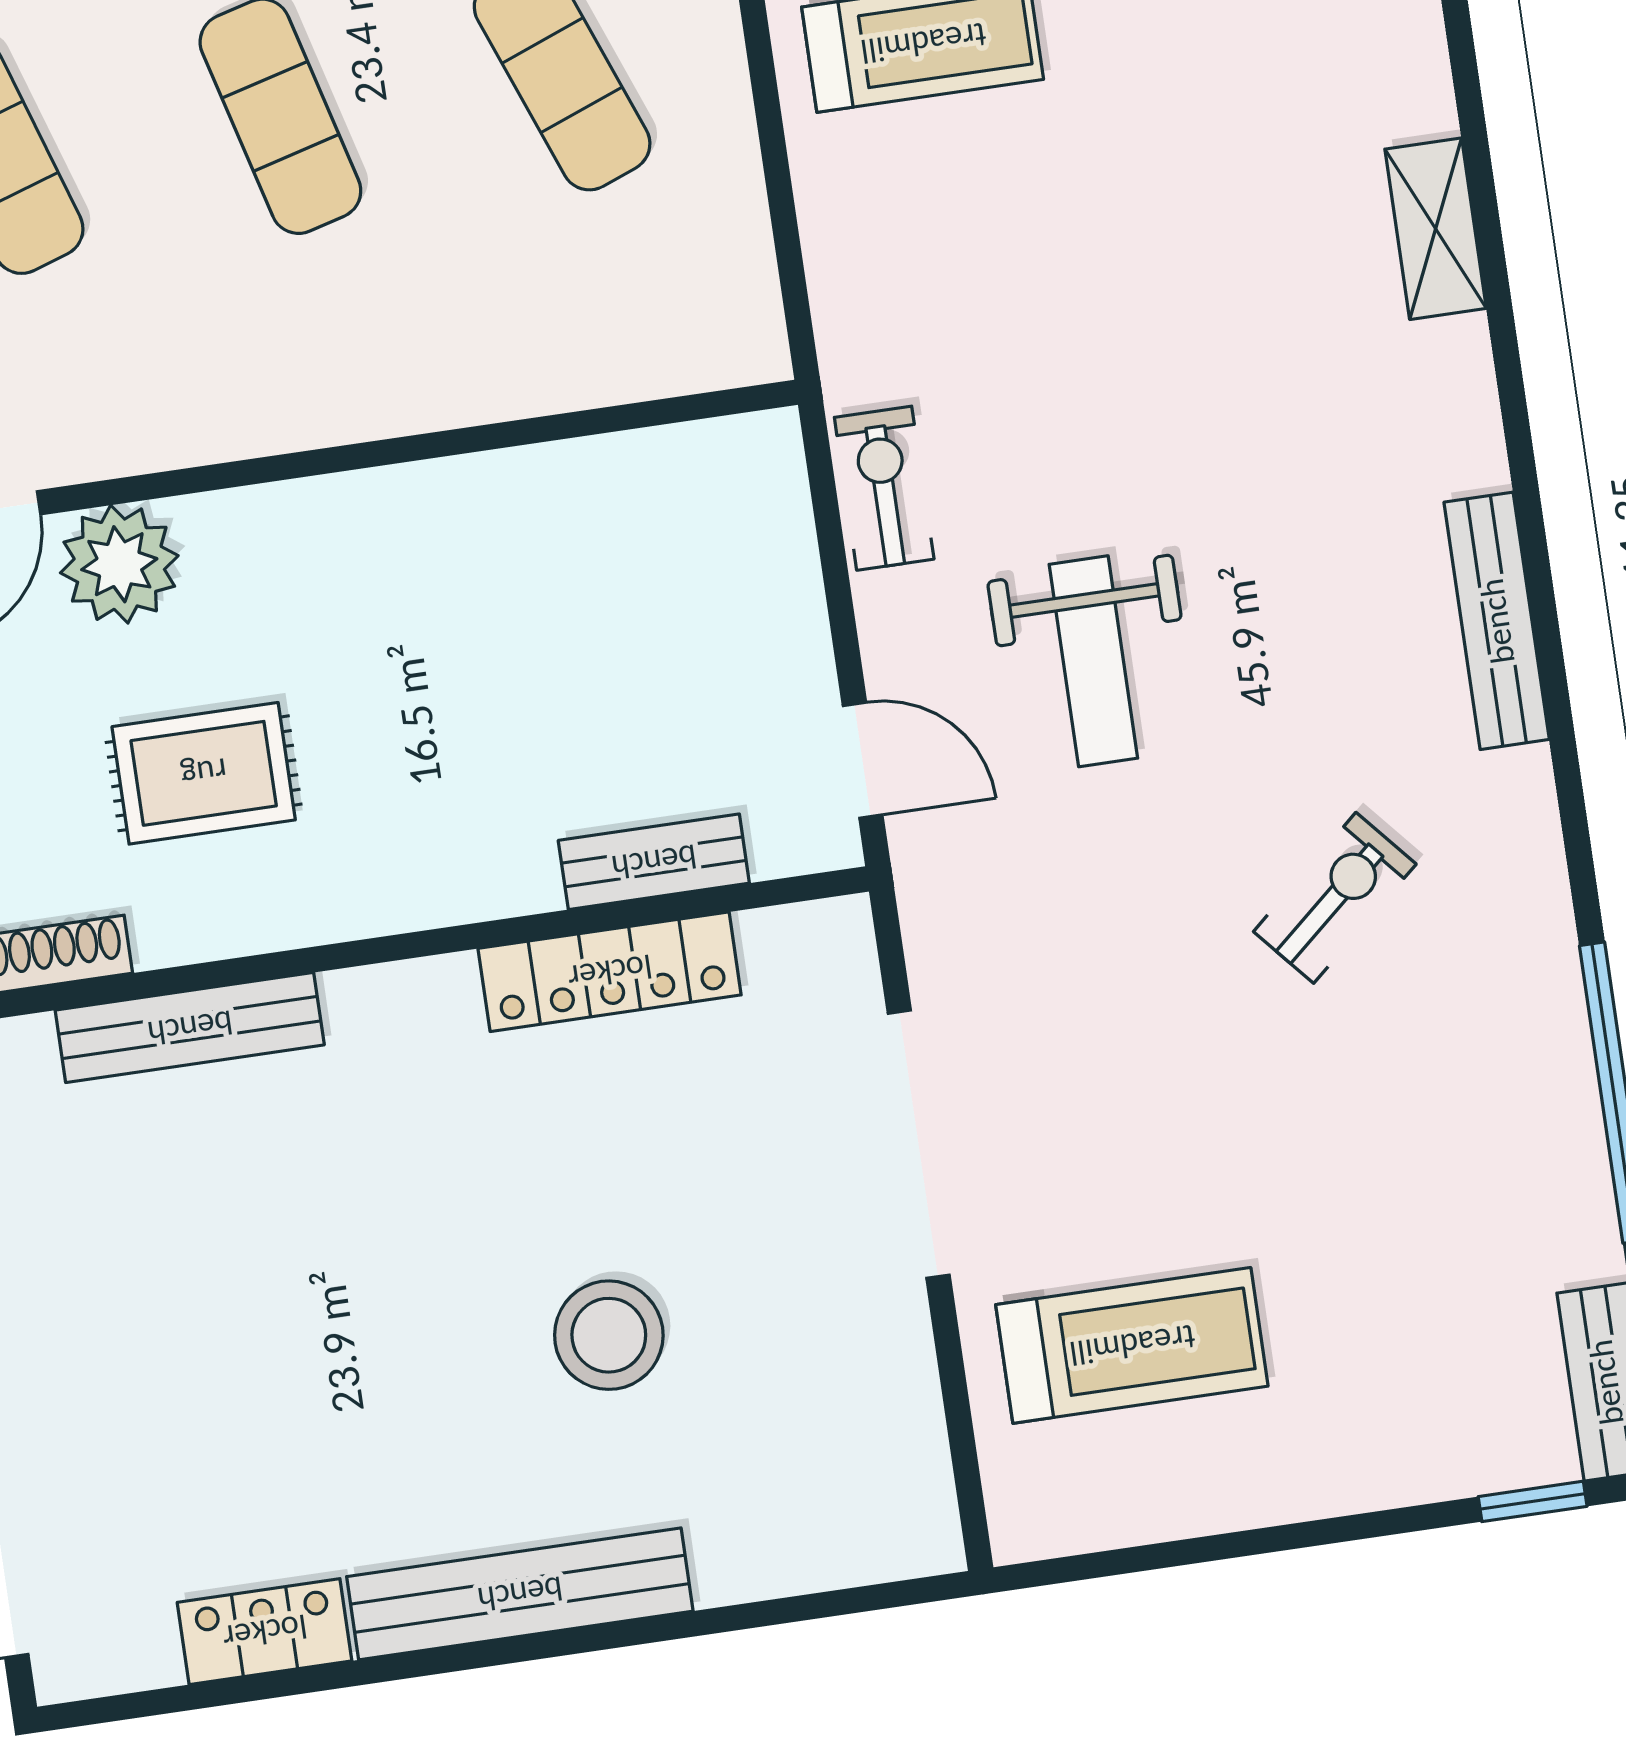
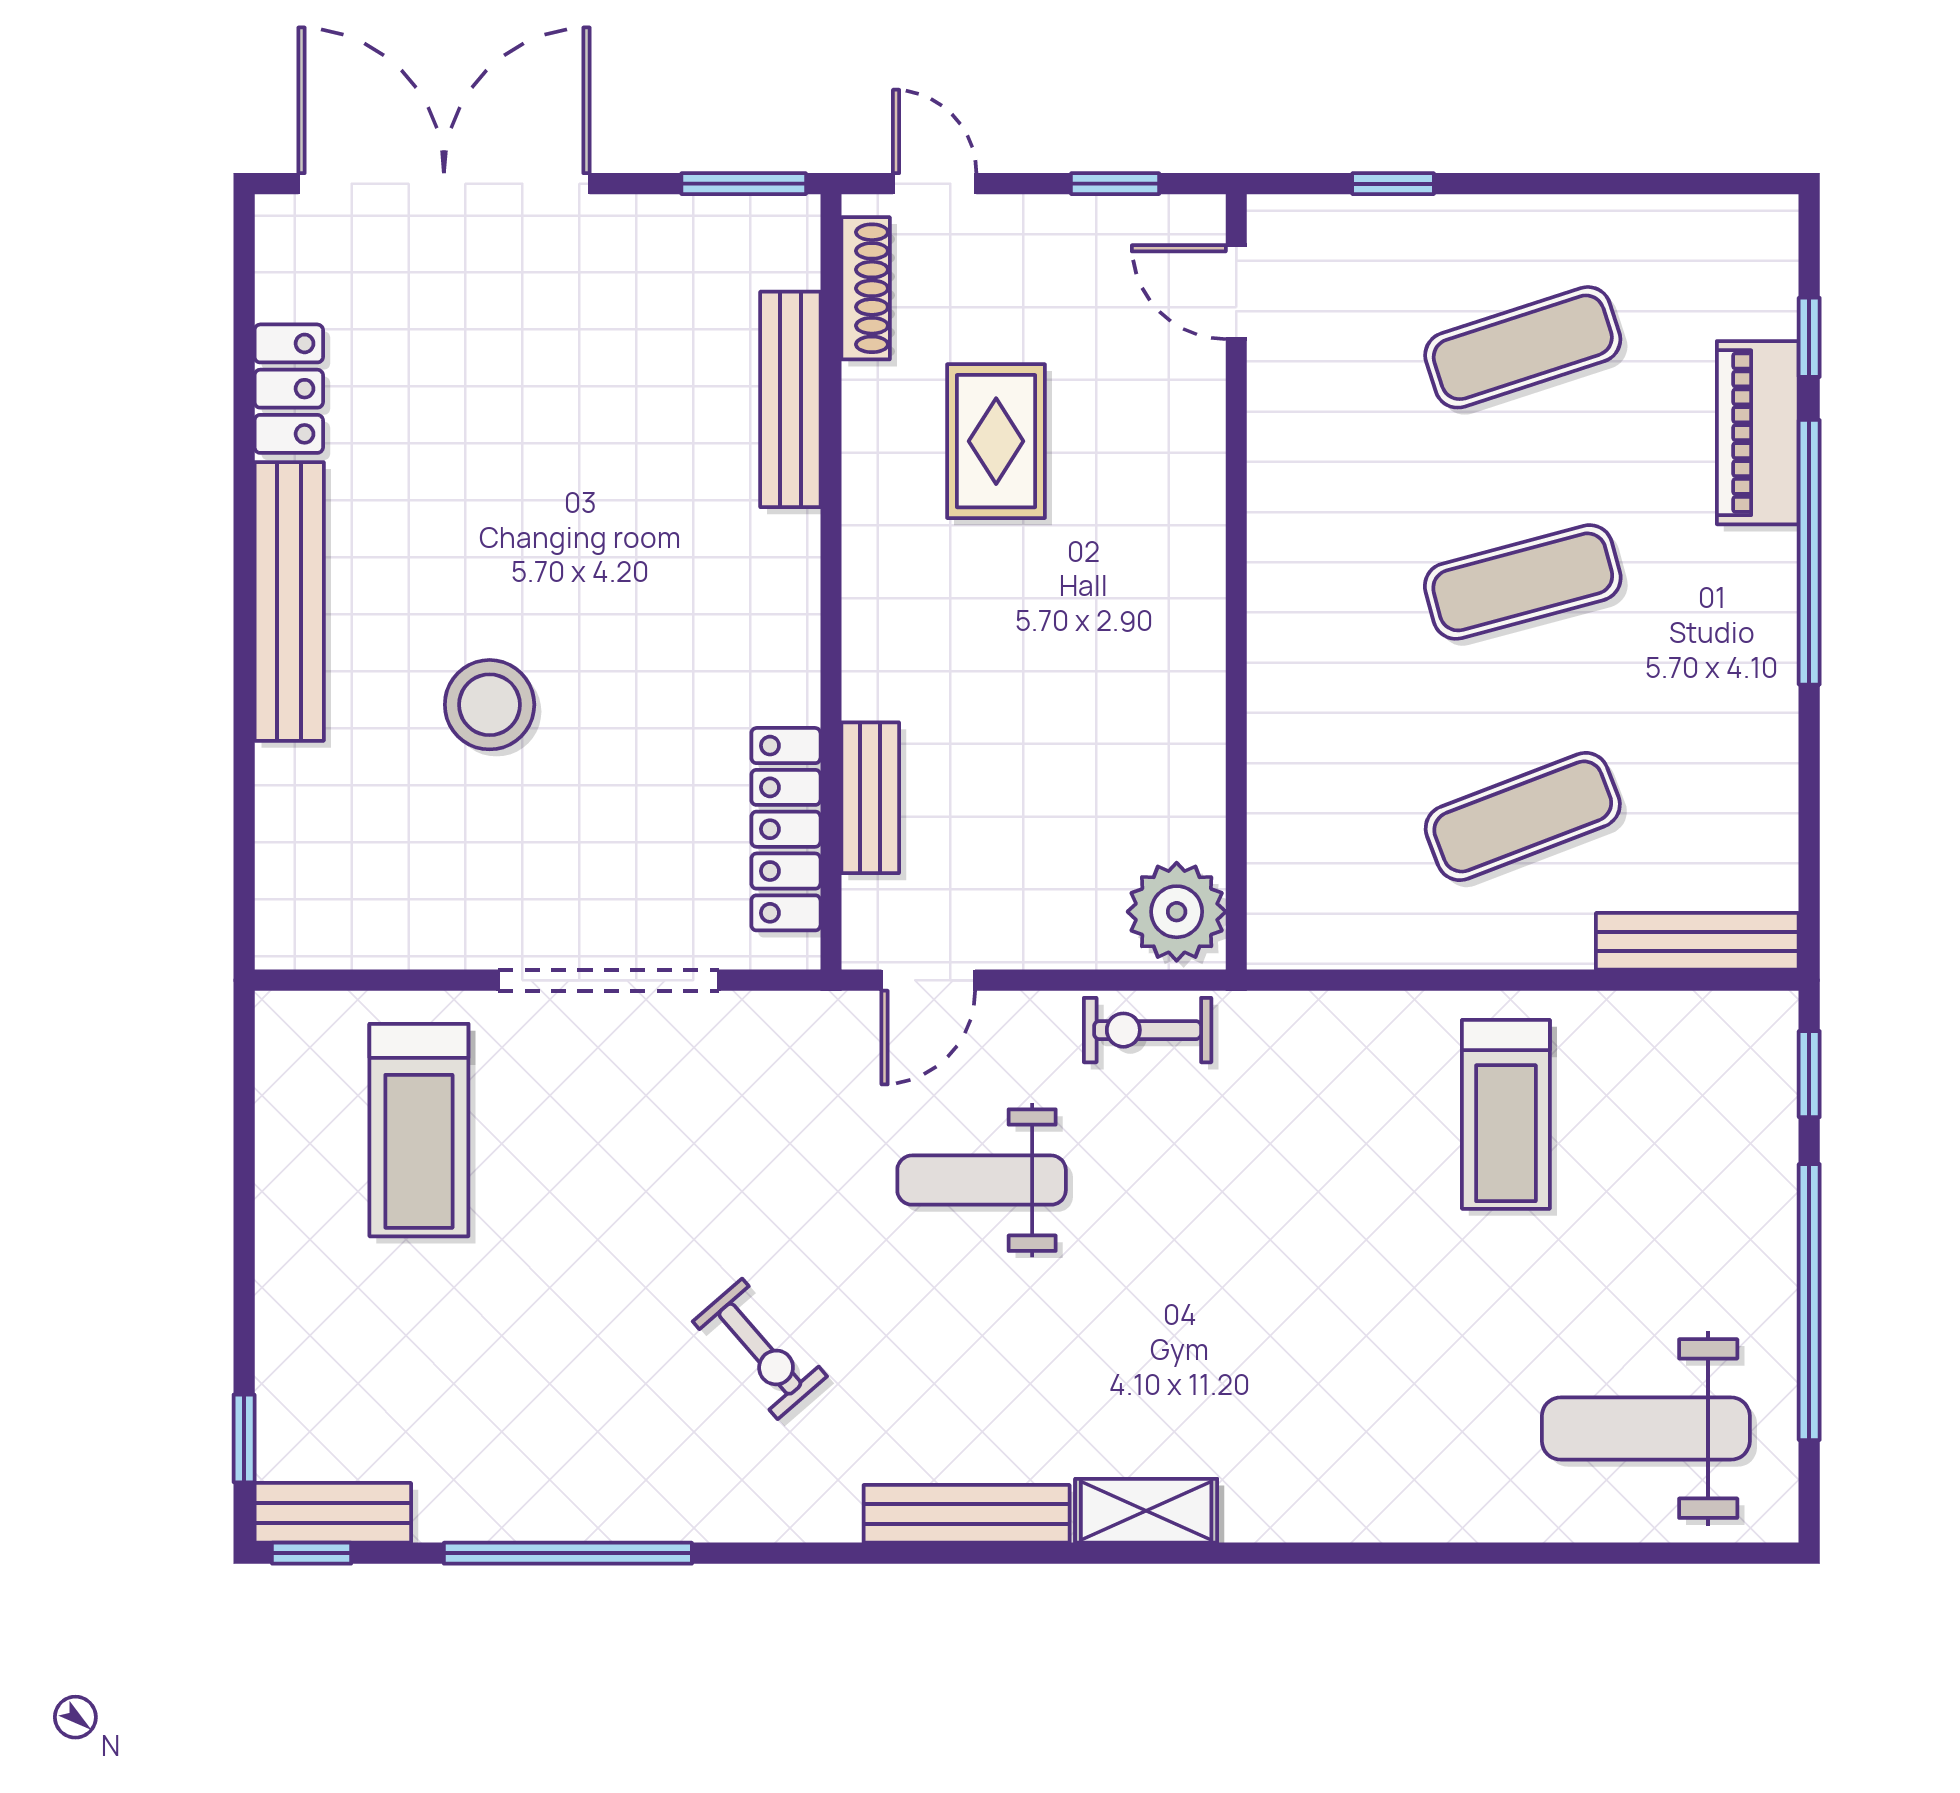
shelving: (1436, 229) -> (1146, 1511), moved
exercise bike: (884, 488) -> (1148, 1030), turned 180
plant: (119, 564) -> (1177, 912), moved
locker: (610, 972) -> (786, 829), moved

